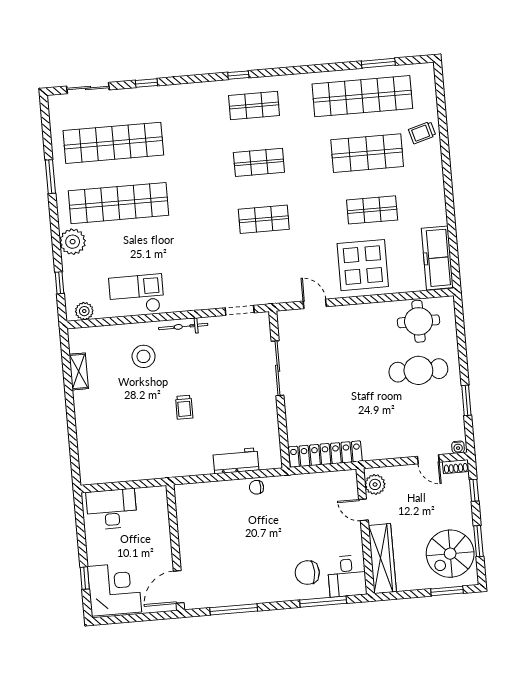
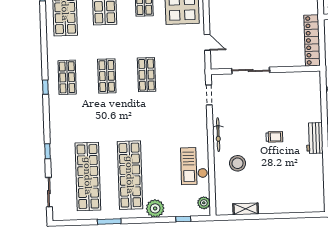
door: (315, 304) -> (207, 42), swing flipped
workbench: (236, 461) -> (315, 138), moved

